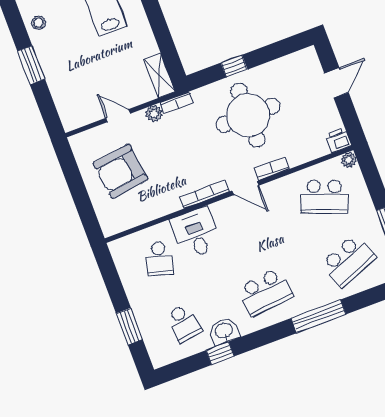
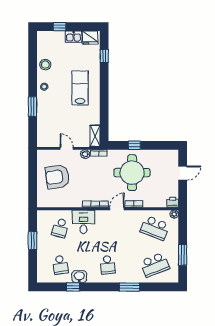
door: (245, 188) -> (117, 209), swing flipped
school desk: (266, 292) -> (108, 265), width x0.54
window: (318, 316) -> (129, 287), width x0.69
window: (129, 326) -> (33, 240), moved

